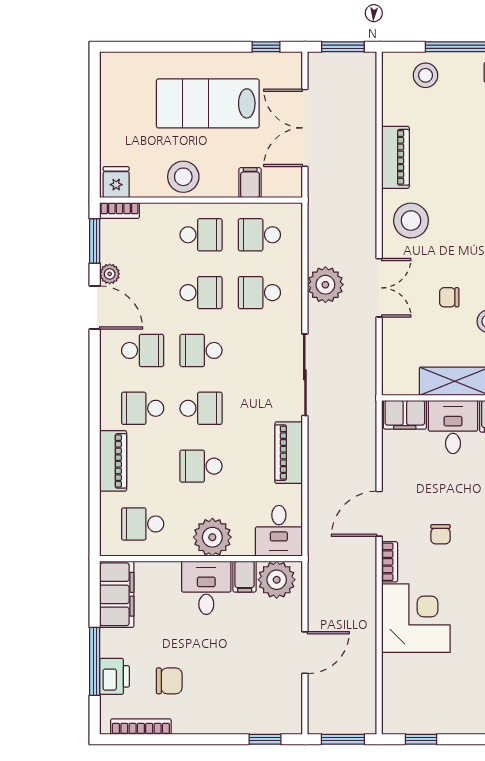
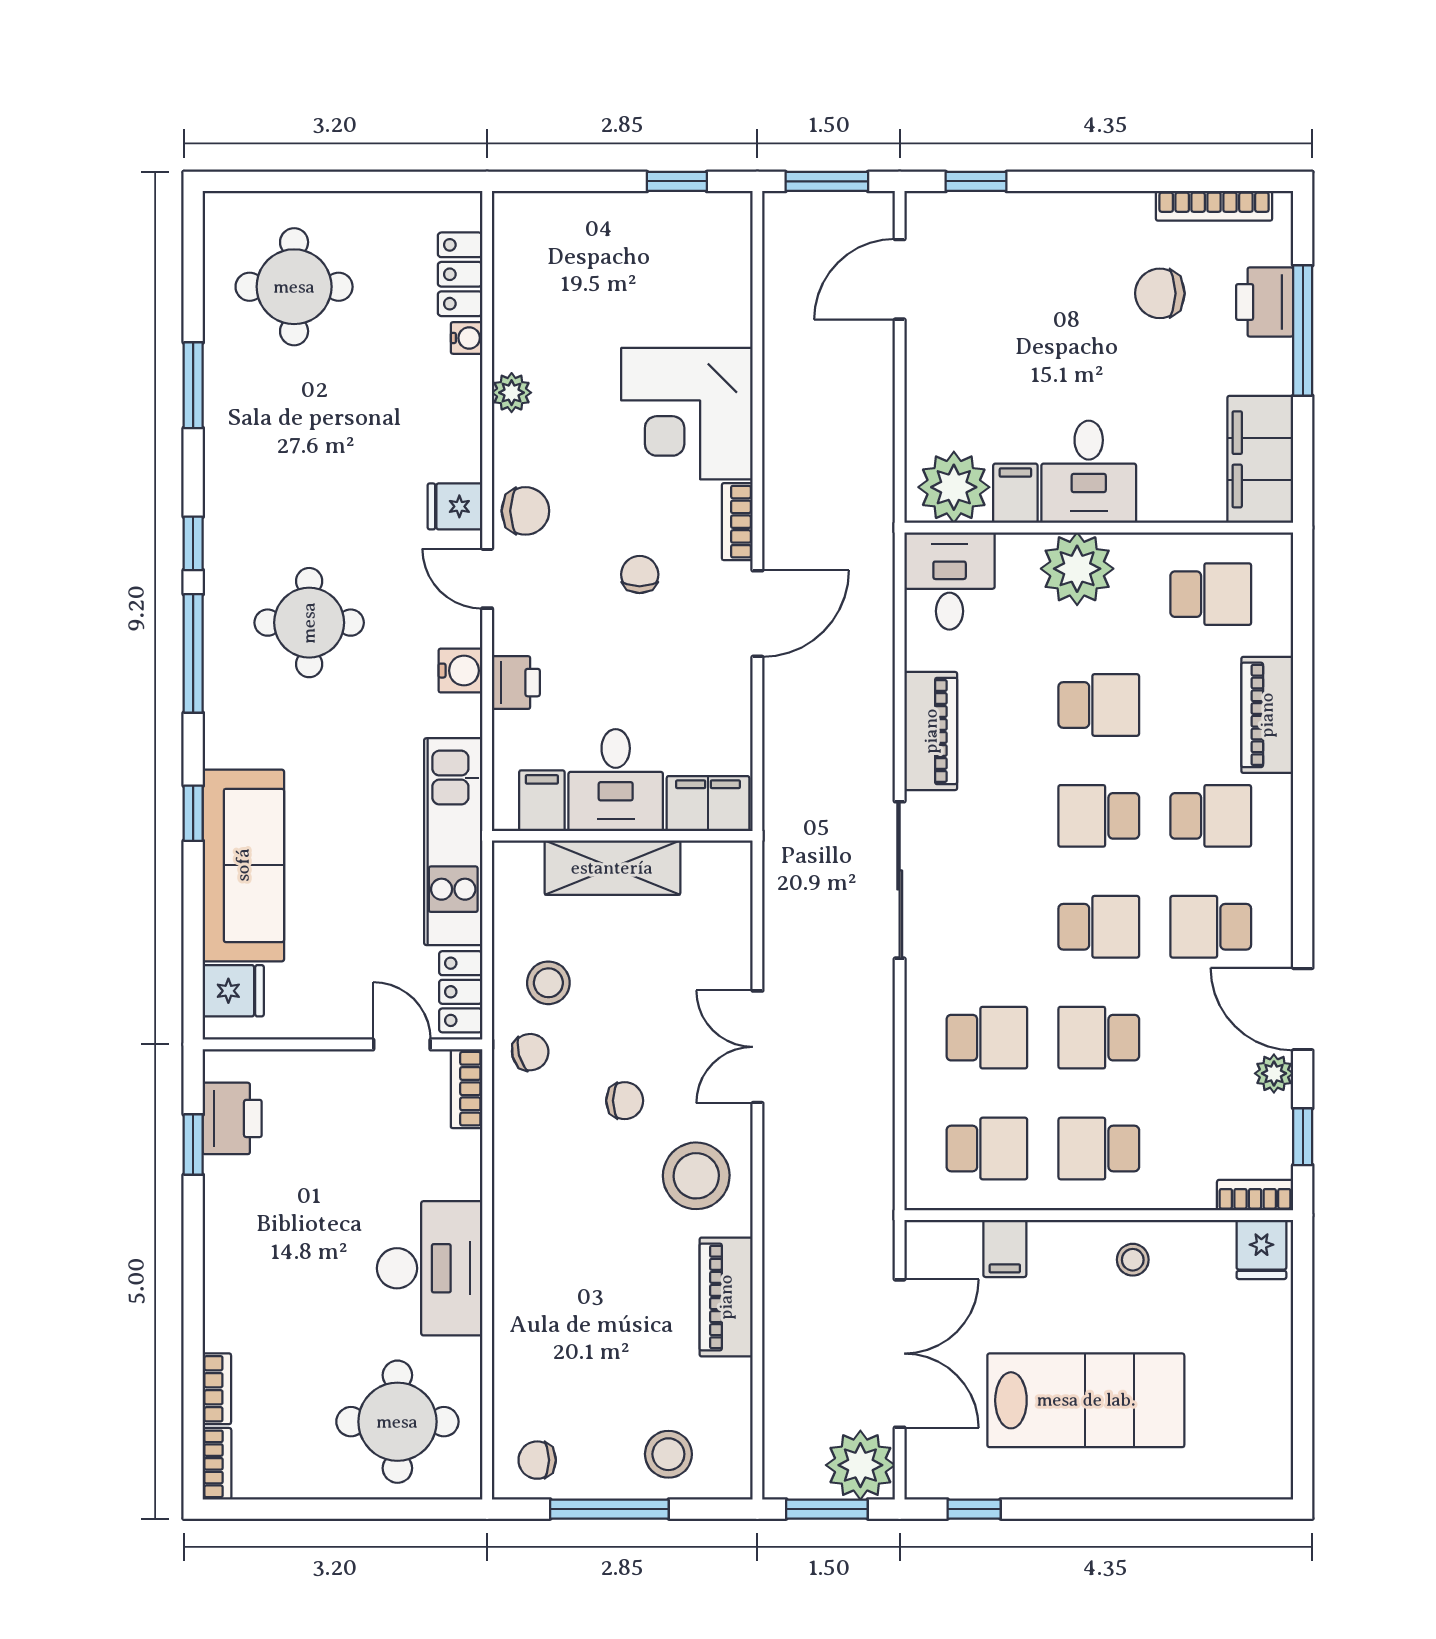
stool: (183, 177) -> (1133, 1260), width x0.53, depth x0.53
window: (95, 241) -> (1303, 1137), width x0.67
plant: (325, 285) -> (860, 1465), moved
chair: (449, 297) -> (625, 1101), moved
door: (305, 653) -> (900, 279), moved

